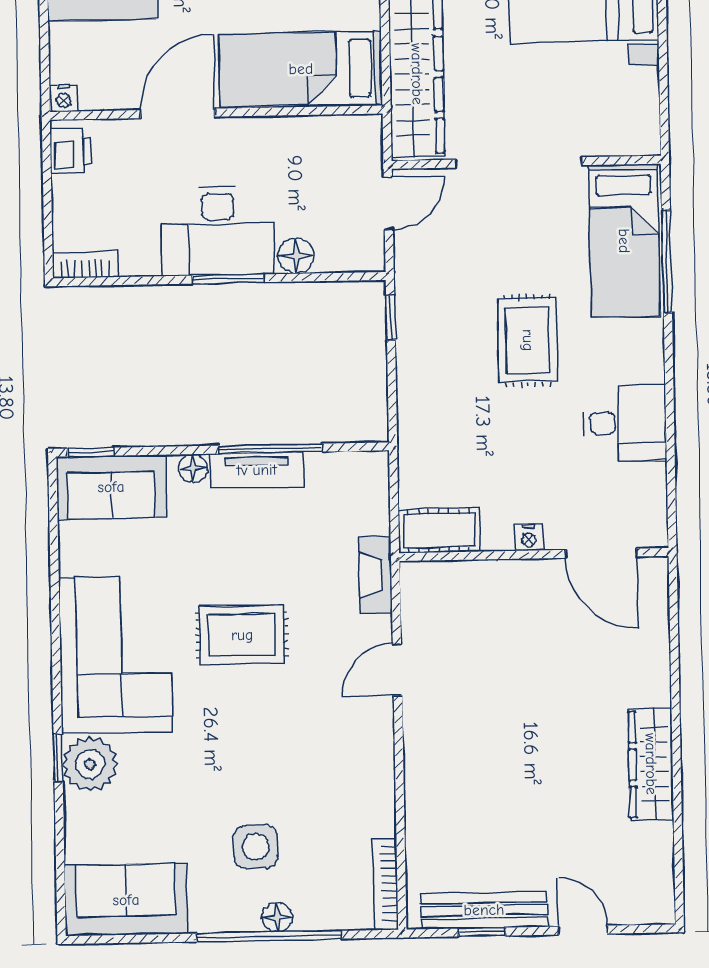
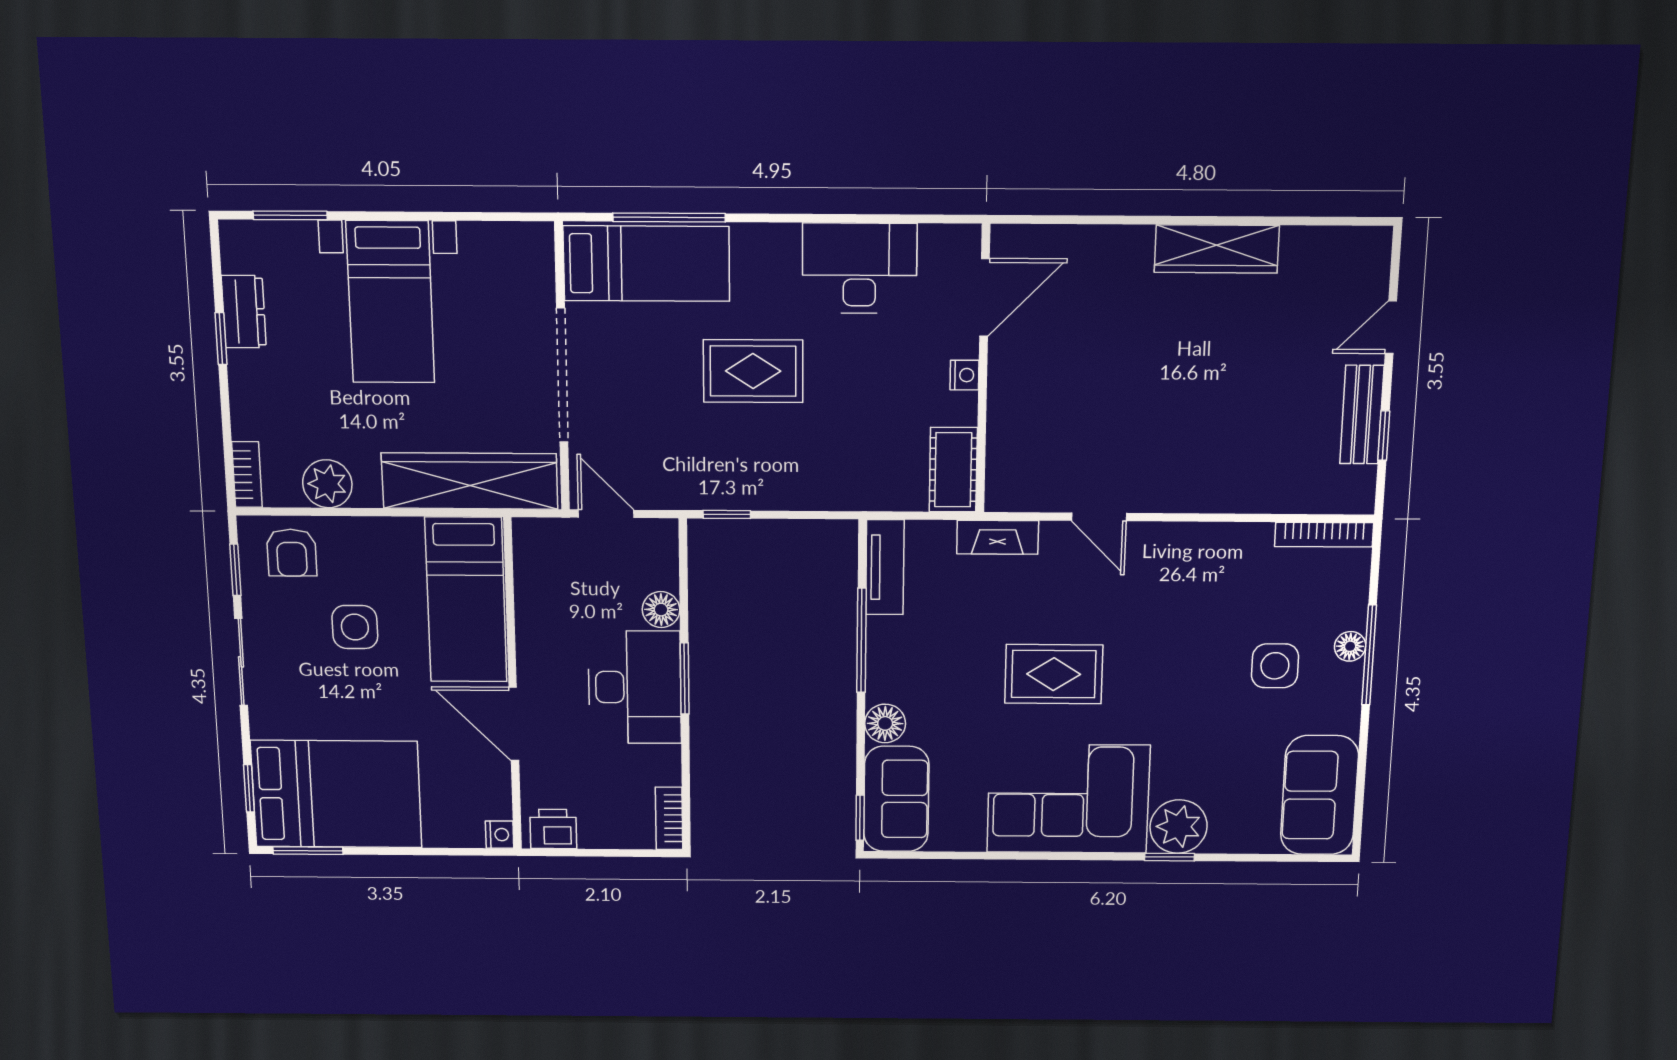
desk: (625, 423) -> (859, 268), width x1.37
floor lamp: (193, 468) -> (885, 723), width x1.37, depth x1.37
tv unit: (257, 470) -> (885, 567), moved
rug: (242, 635) -> (1054, 674), turned 90
bench: (484, 910) -> (1362, 415), width x0.73
window: (269, 936) -> (1369, 655), width x0.68

